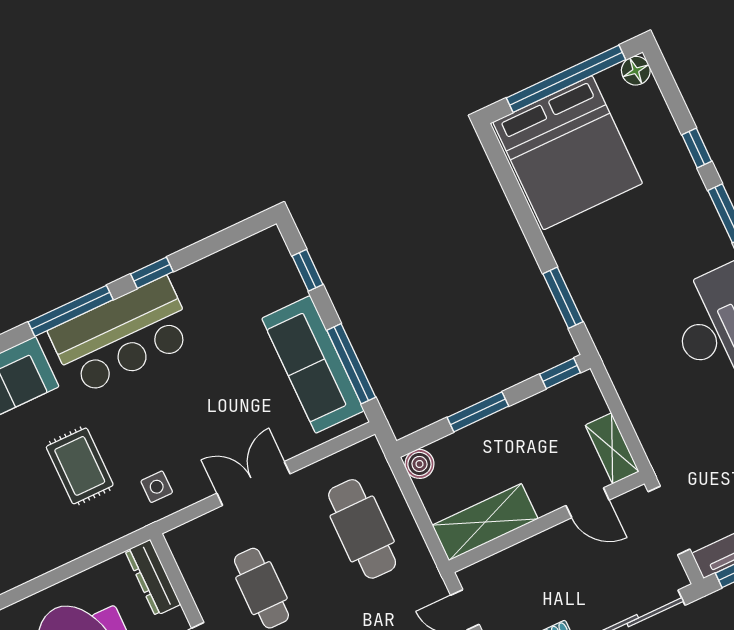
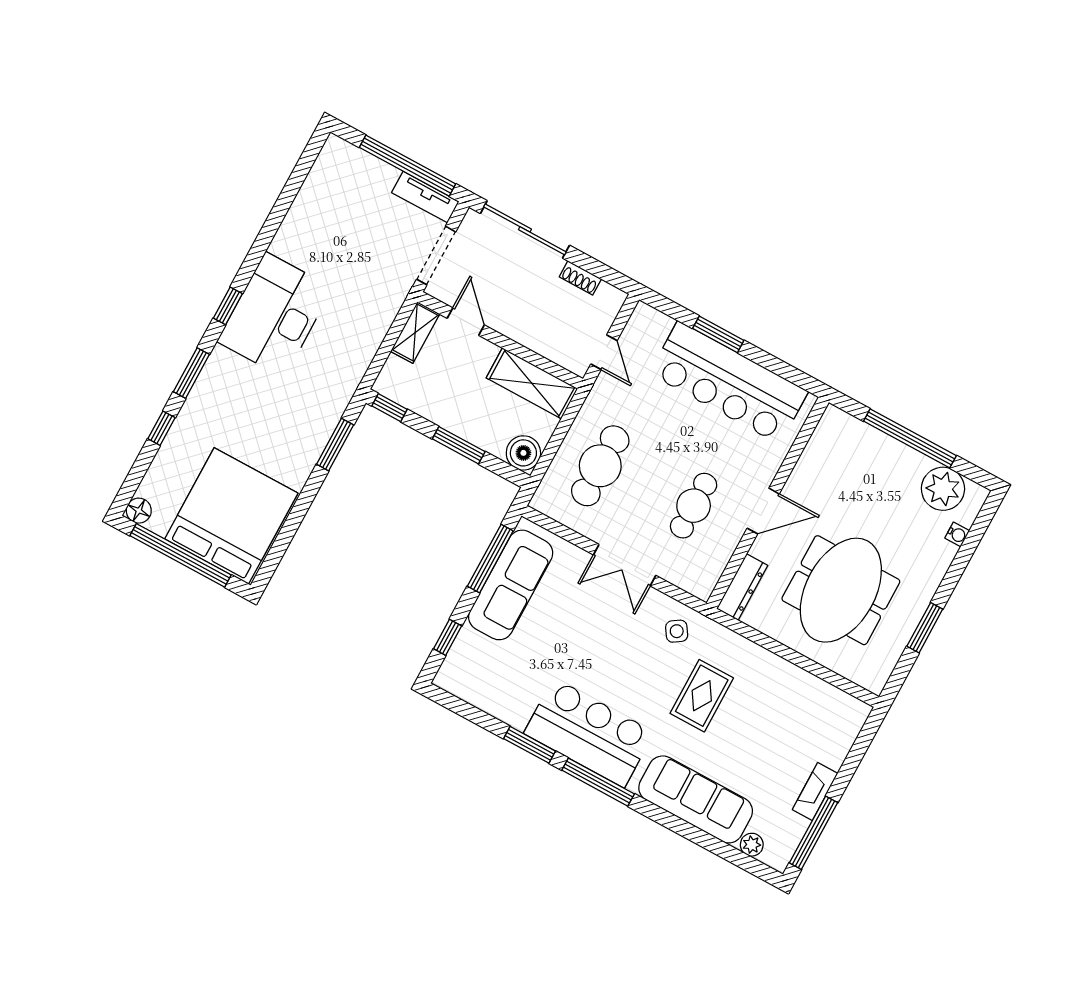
window: (152, 273) -> (529, 745), width x1.50
boiler: (419, 464) -> (523, 453), width x1.36, depth x1.36
side table: (157, 487) -> (677, 631), turned -34

